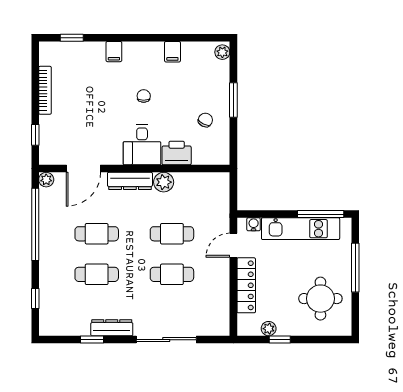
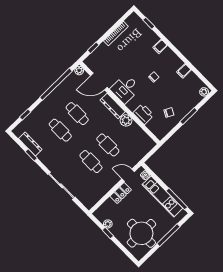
desk: (142, 145) -> (125, 89), moved
locker: (246, 285) -> (121, 193), width x0.66
round table: (320, 299) -> (141, 233), width x1.36, depth x1.36
dresser: (112, 328) -> (30, 144), moved

